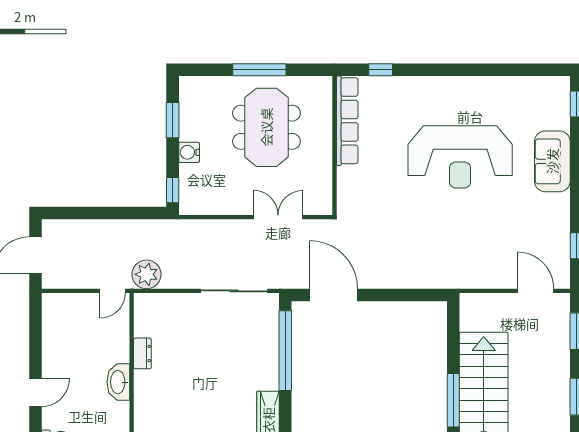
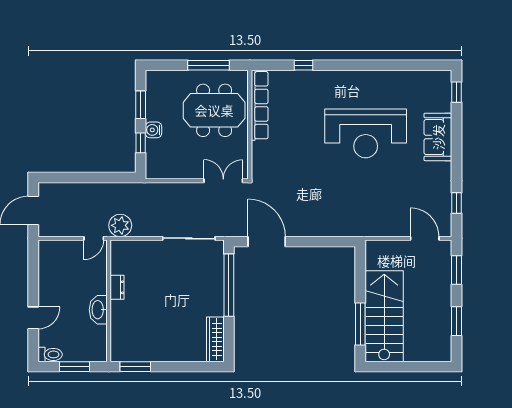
row of seats: (347, 121) -> (260, 105), moved
meeting table: (266, 127) -> (214, 110), turned 90
wall: (334, 145) -> (250, 125), moved
window: (173, 190) -> (141, 143), moved

